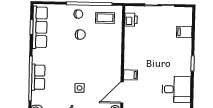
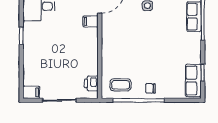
row of seats: (40, 27) -> (193, 80), width x0.68
filing cabinet: (184, 32) -> (31, 92), moved
chair: (80, 34) -> (148, 66), removed

